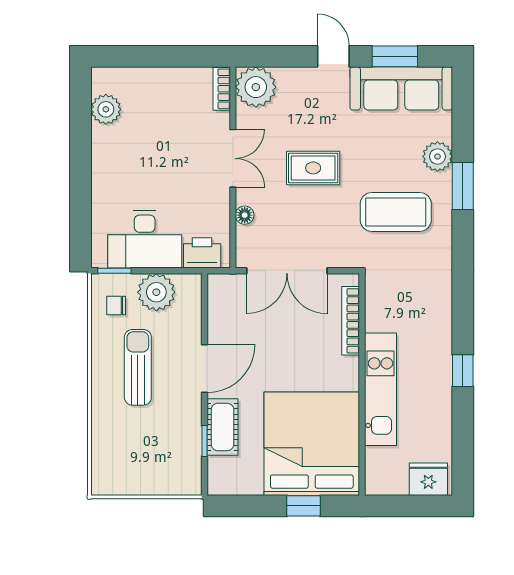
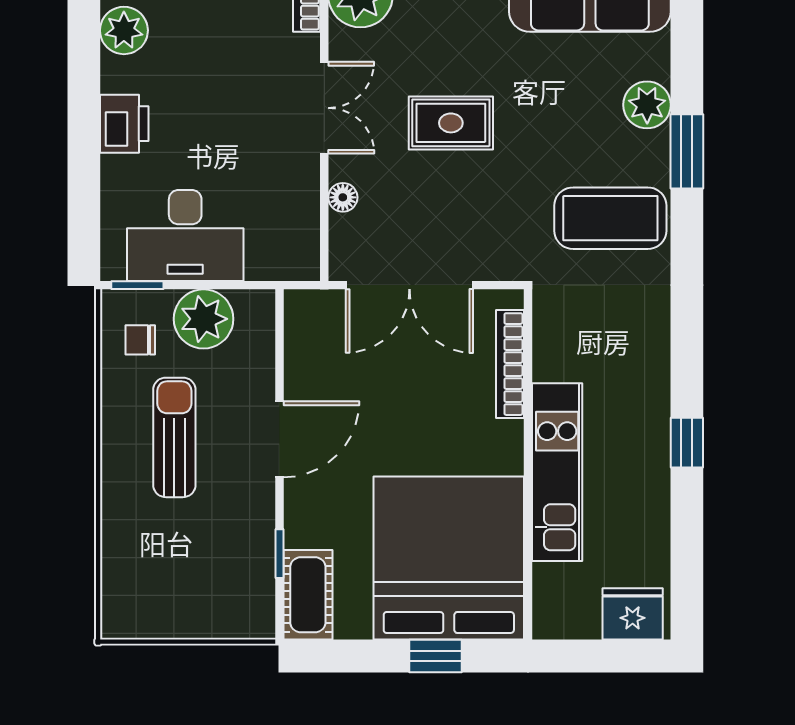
coffee table: (396, 212) -> (610, 218), moved
printer: (202, 253) -> (124, 124), moved, turned 90
cot: (222, 427) -> (308, 595), moved

